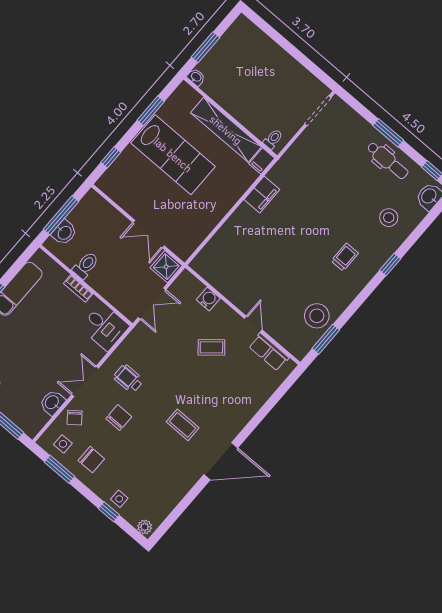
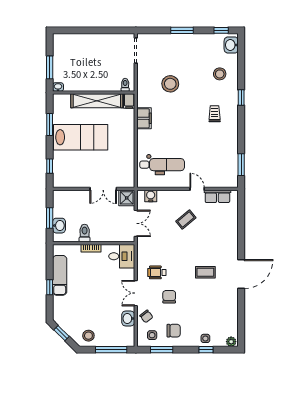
dental chair: (388, 160) -> (162, 165), moved, width x1.36, depth x1.38
window: (61, 215) -> (50, 218), width x0.69
water cooler: (208, 299) -> (151, 196), moved
stool: (317, 316) -> (170, 84), moved

